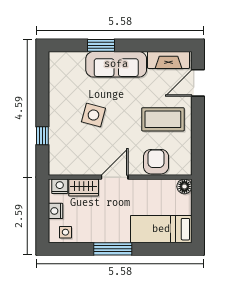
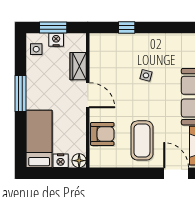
side table: (93, 115) -> (146, 75), width x0.54, depth x0.54
nightstand: (60, 186) -> (61, 161), moved, turned 90
window: (42, 214) -> (53, 28), added

